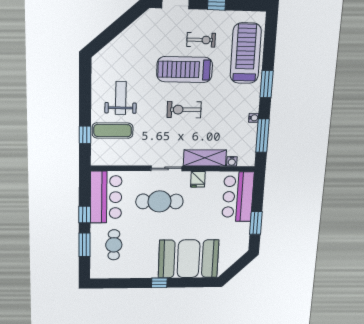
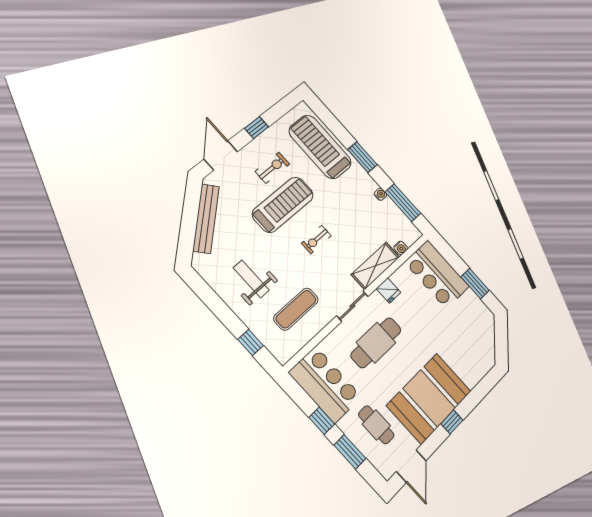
bench: (128, 36) -> (206, 219), added
treadmill: (185, 70) -> (283, 205), turned 180
exercise bike: (184, 110) -> (316, 239), width x0.73, depth x0.72
exercise mat: (113, 131) -> (296, 309), moved
booth: (188, 259) -> (429, 398), moved
door: (112, 283) -> (411, 466), added

